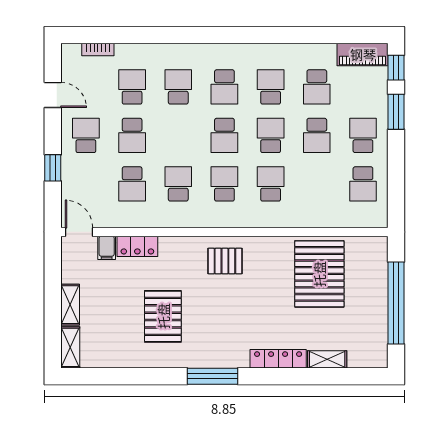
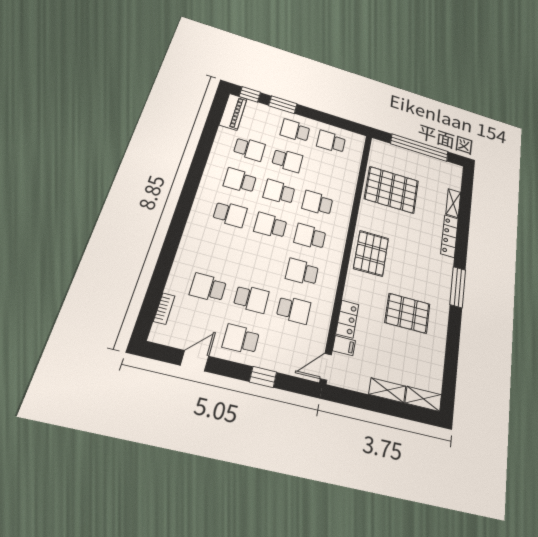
school desk: (178, 87) -> (219, 250), removed
school desk: (224, 135) -> (270, 225), turned 180
school desk: (363, 184) -> (331, 142), turned 180
pallet: (225, 261) -> (371, 253), width x1.50, depth x1.42

